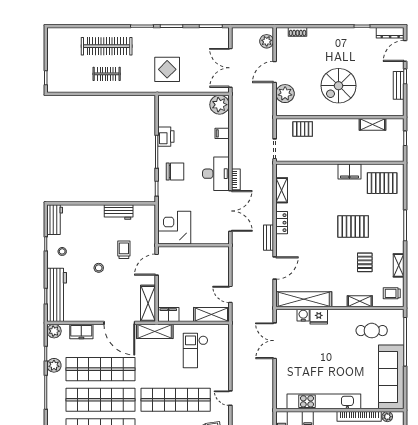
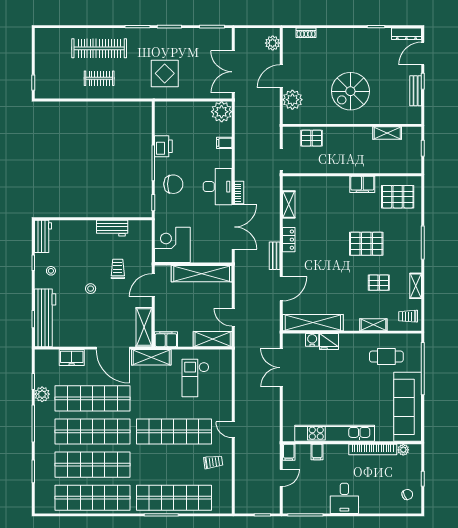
shelving: (201, 254) -> (202, 274), added
pallet: (365, 262) -> (379, 283), turned 90
plant: (54, 331) -> (42, 357), removed

